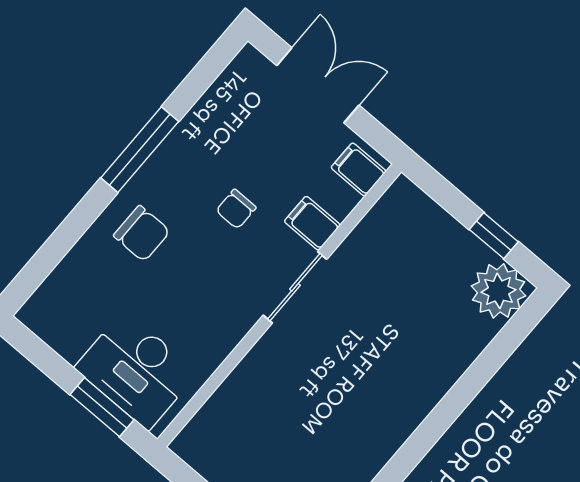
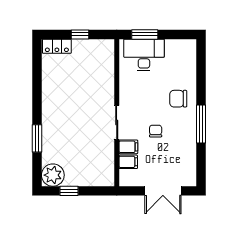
filing cabinet: (359, 169) -> (128, 162), moved
window: (470, 385) -> (37, 138), added

